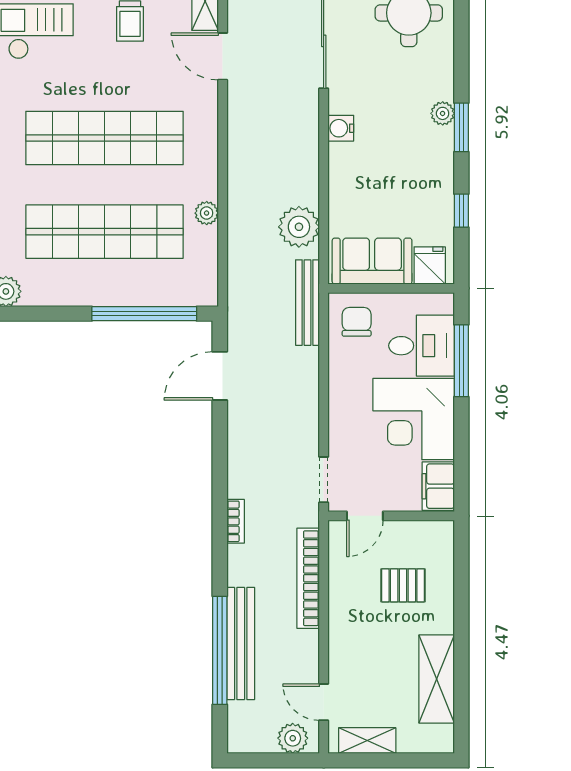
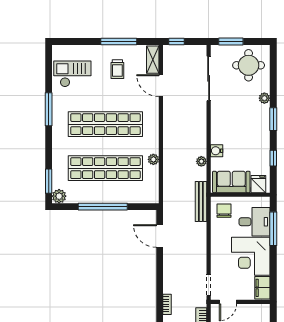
plant: (443, 113) -> (264, 98), moved
water cooler: (341, 128) -> (217, 151), moved
plant: (299, 227) -> (201, 161), width x0.53, depth x0.53
window: (144, 314) -> (103, 207), moved
door: (220, 376) -> (160, 236), hinge flipped

